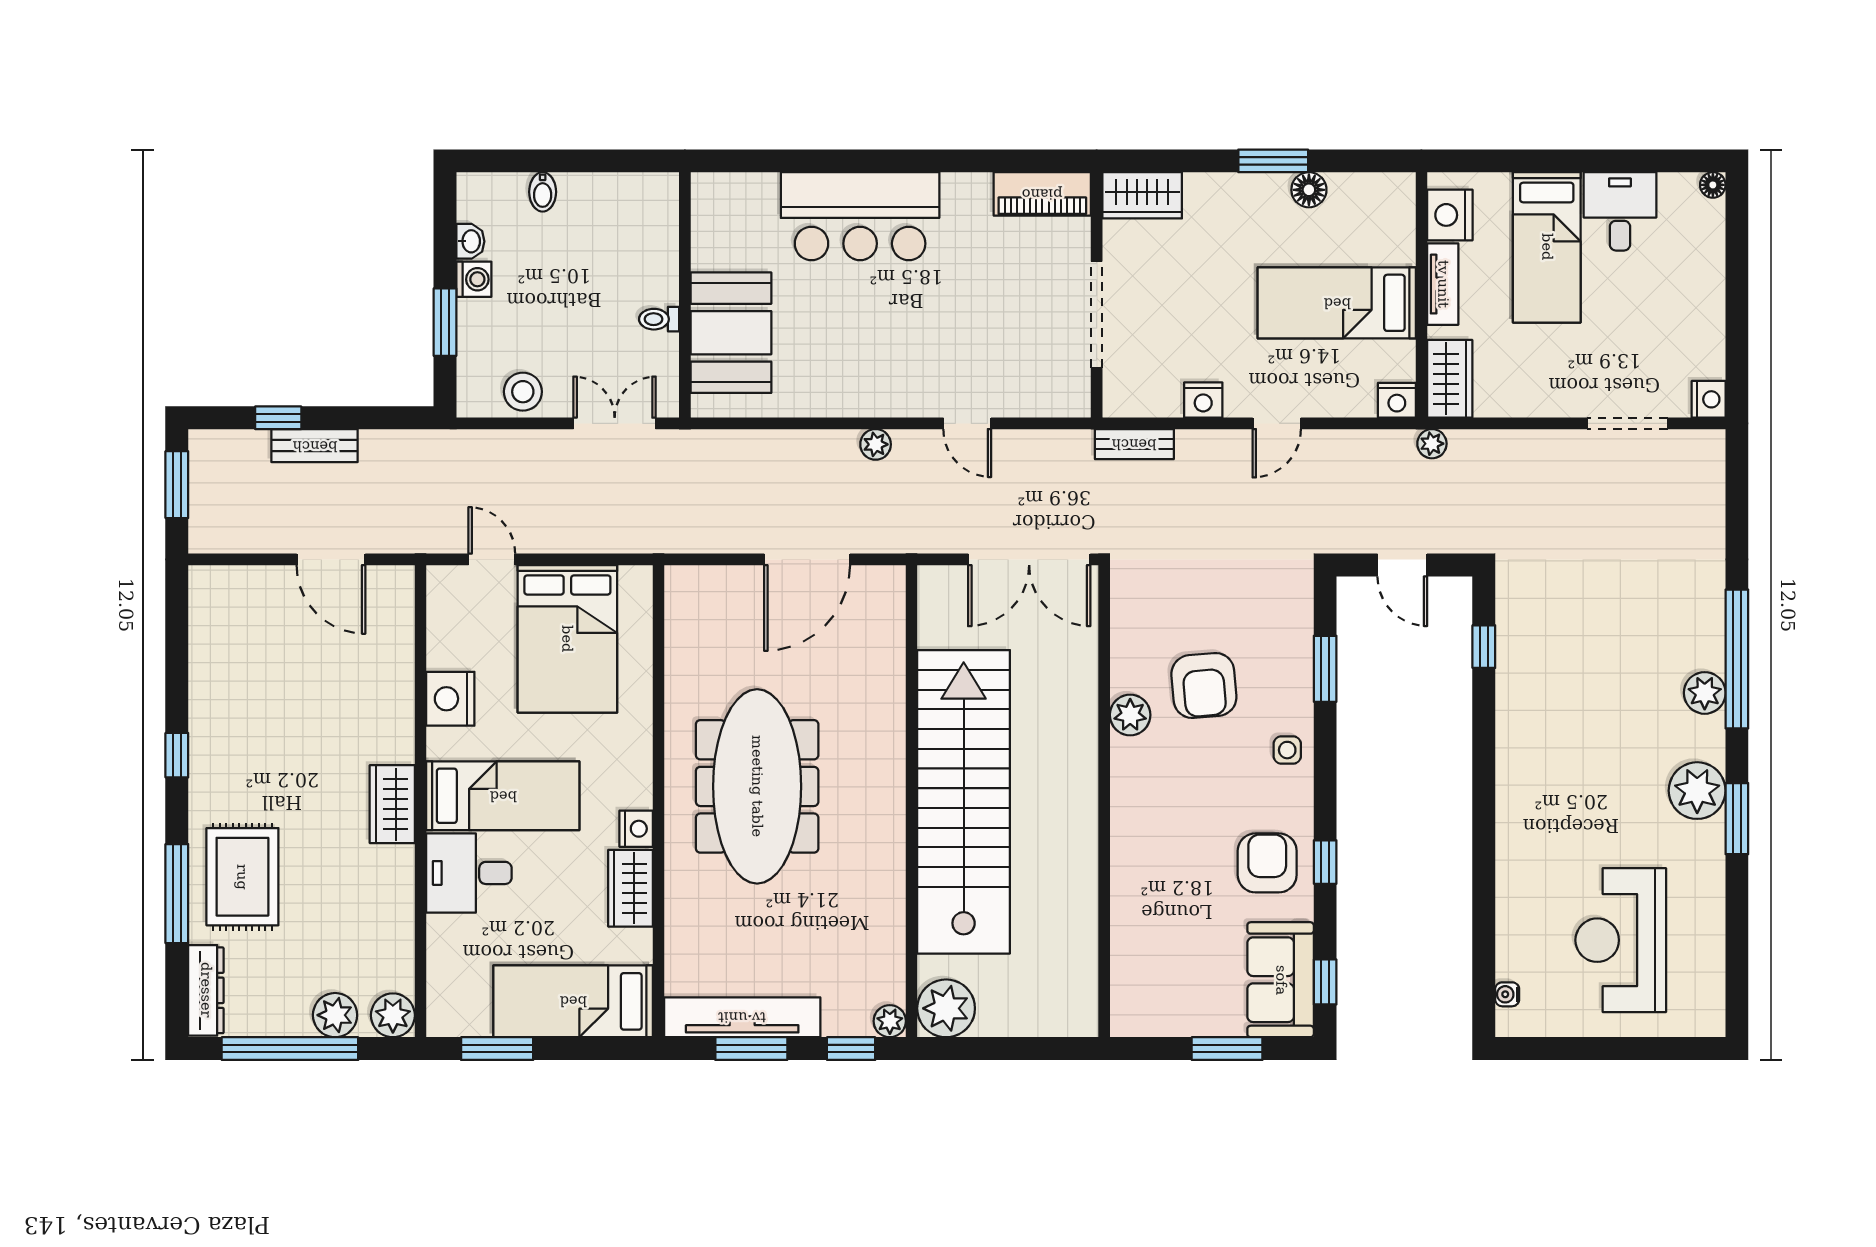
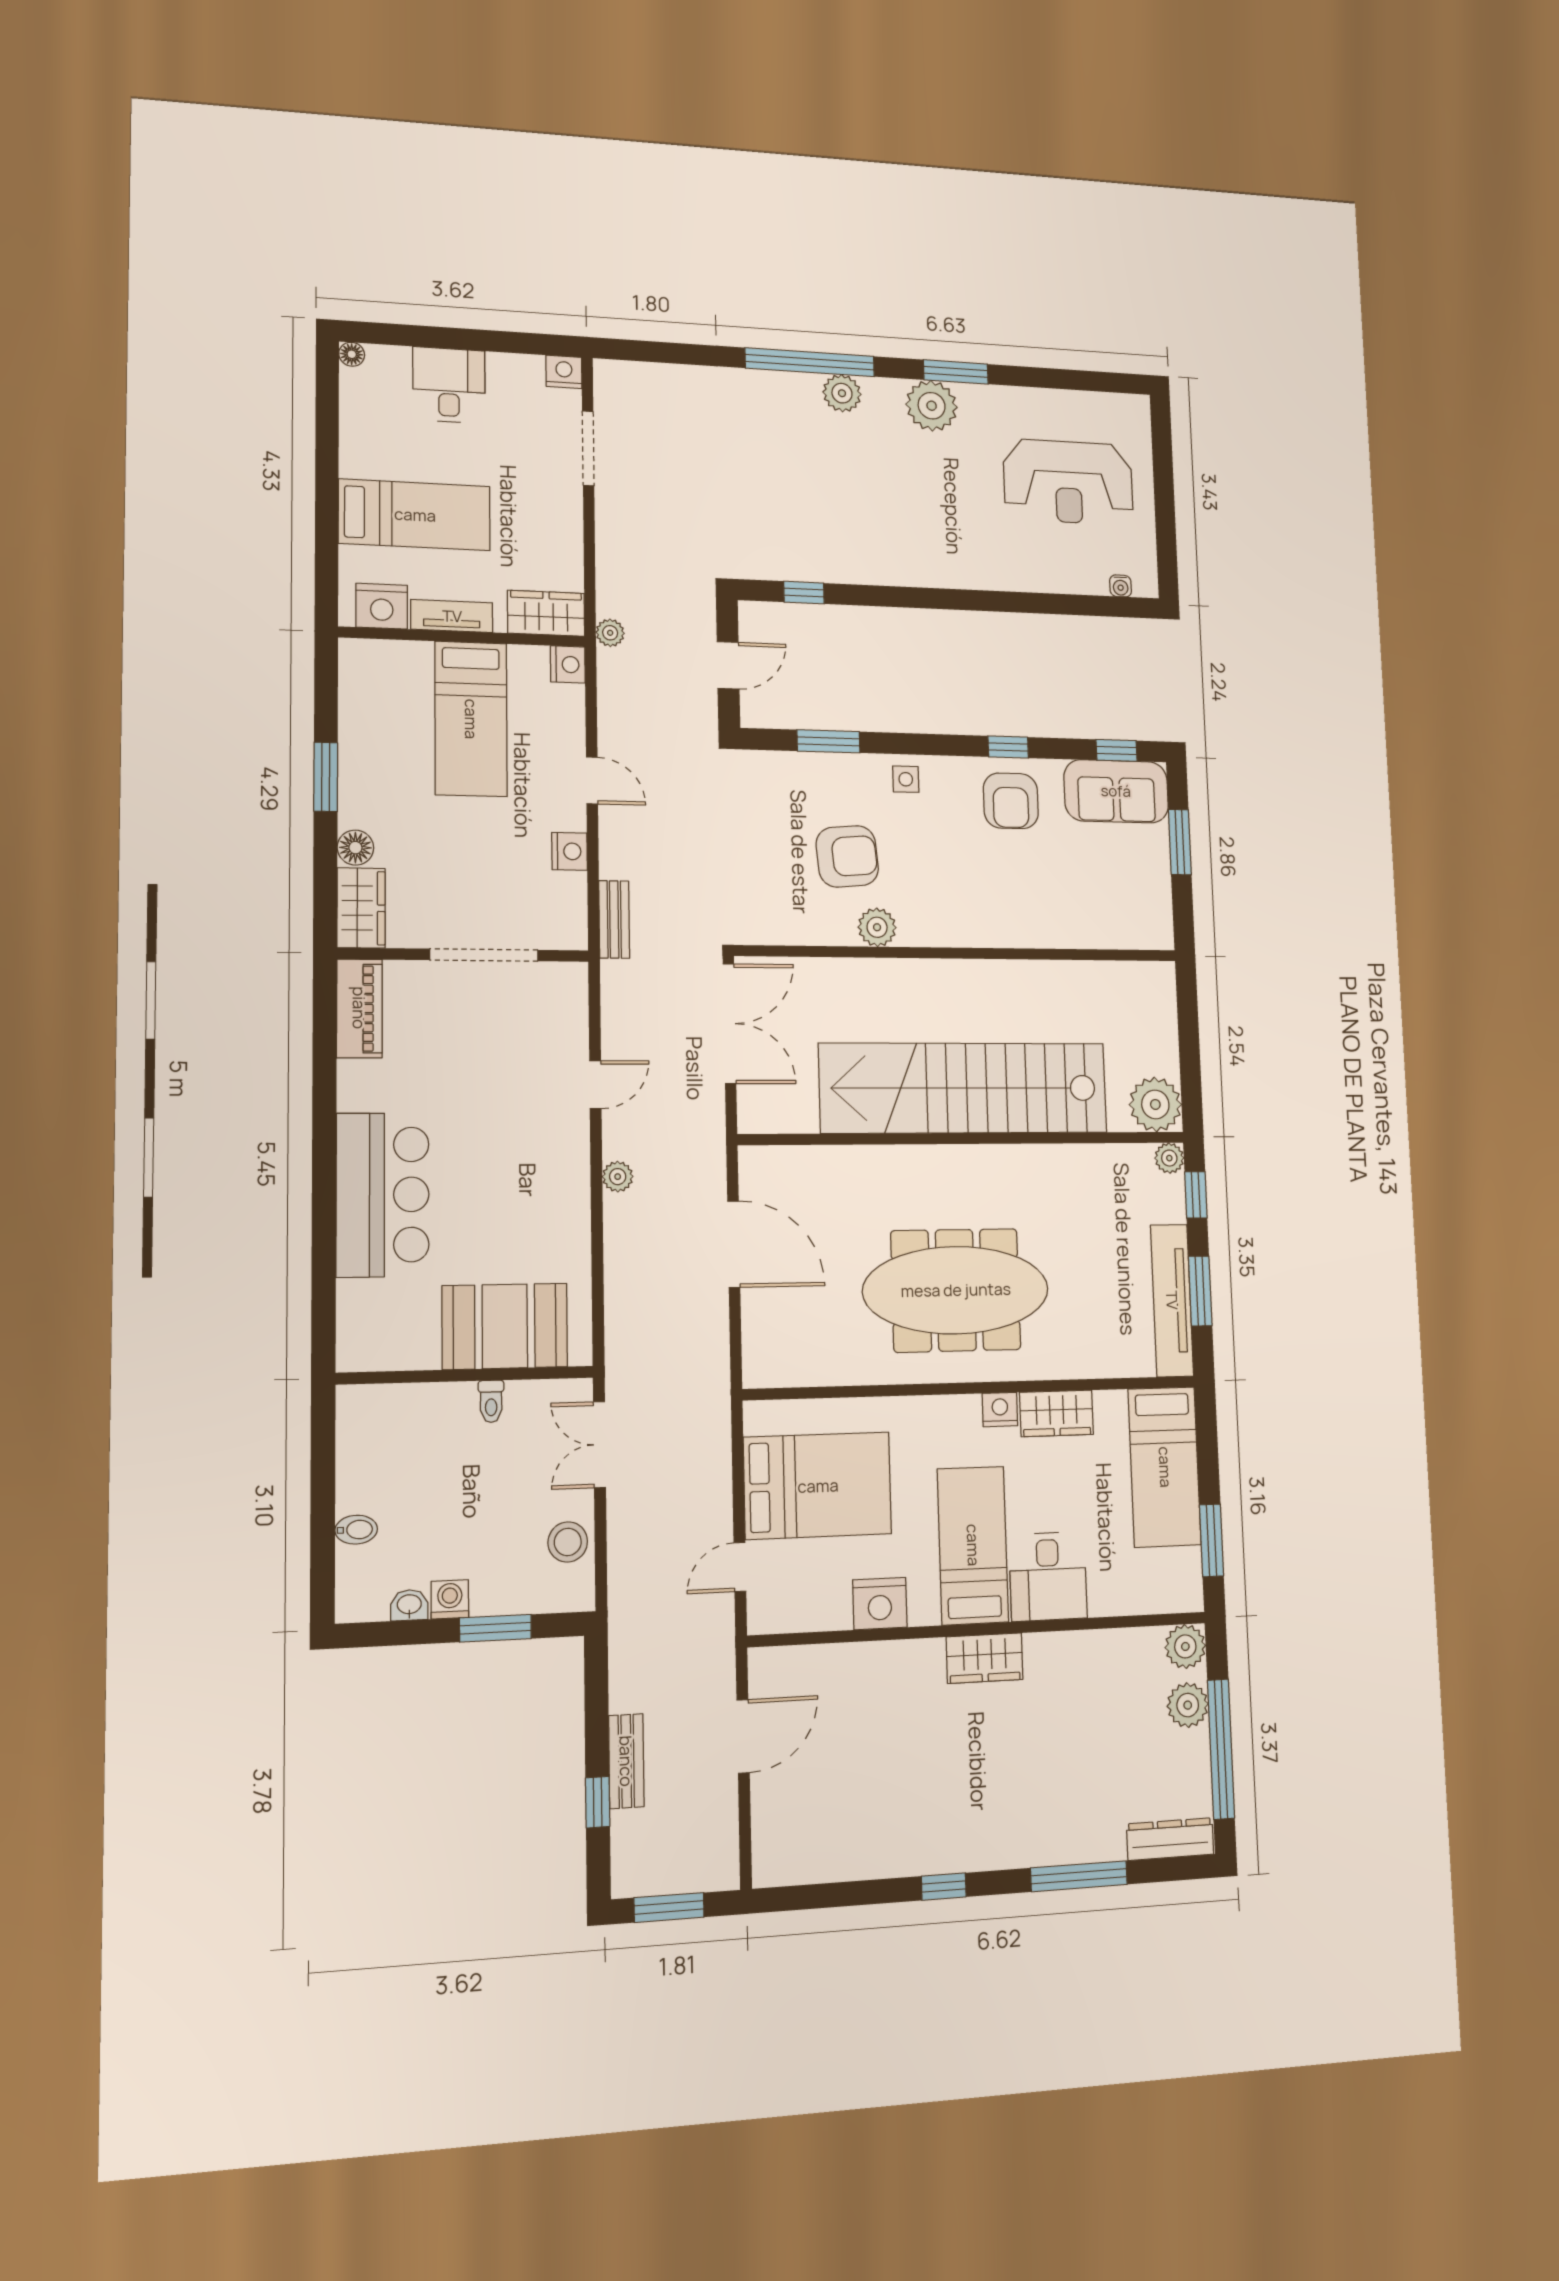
floor lamp: (1309, 190) -> (355, 848), moved
desk: (1620, 211) -> (449, 385), moved, turned 90
armchair: (1267, 863) -> (1011, 801), turned -90
rug: (242, 877) -> (1060, 1809), removed

